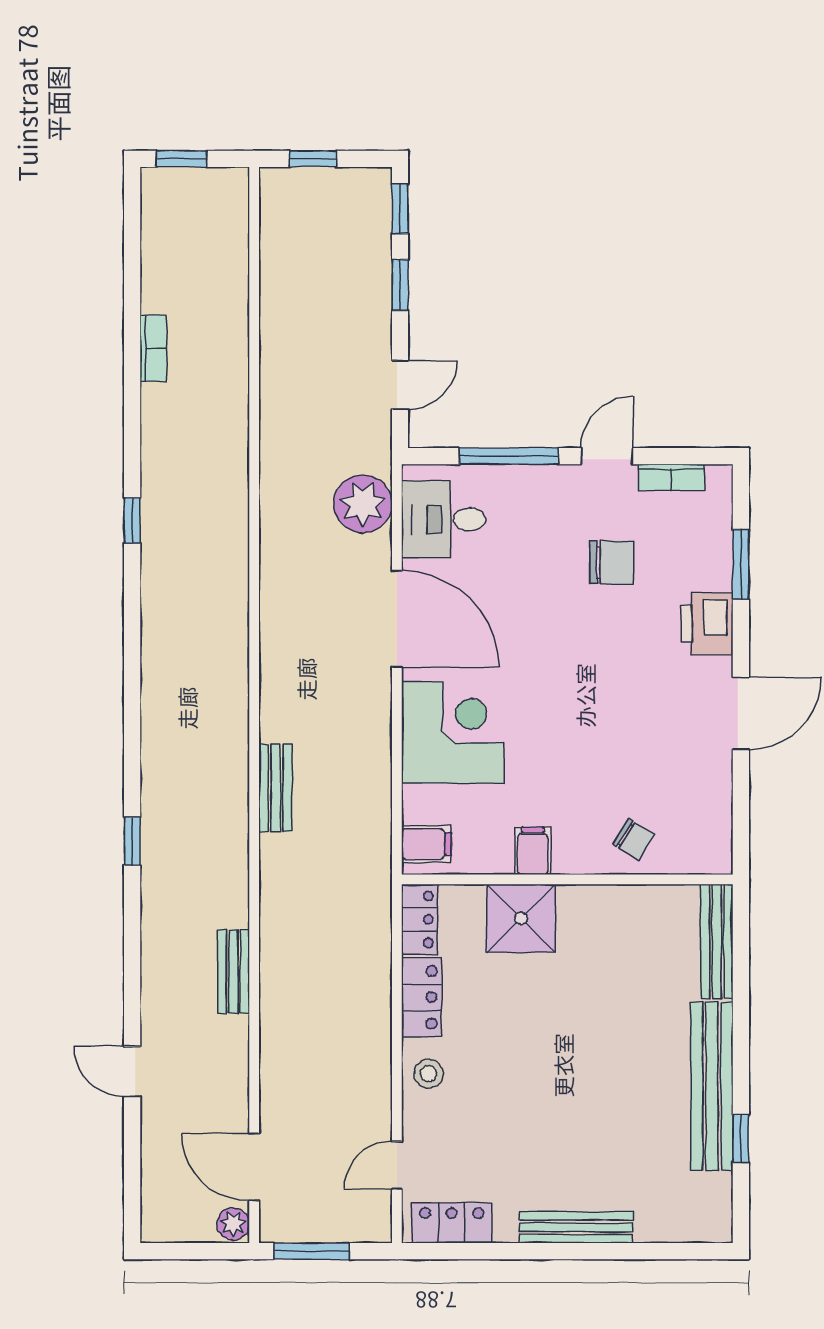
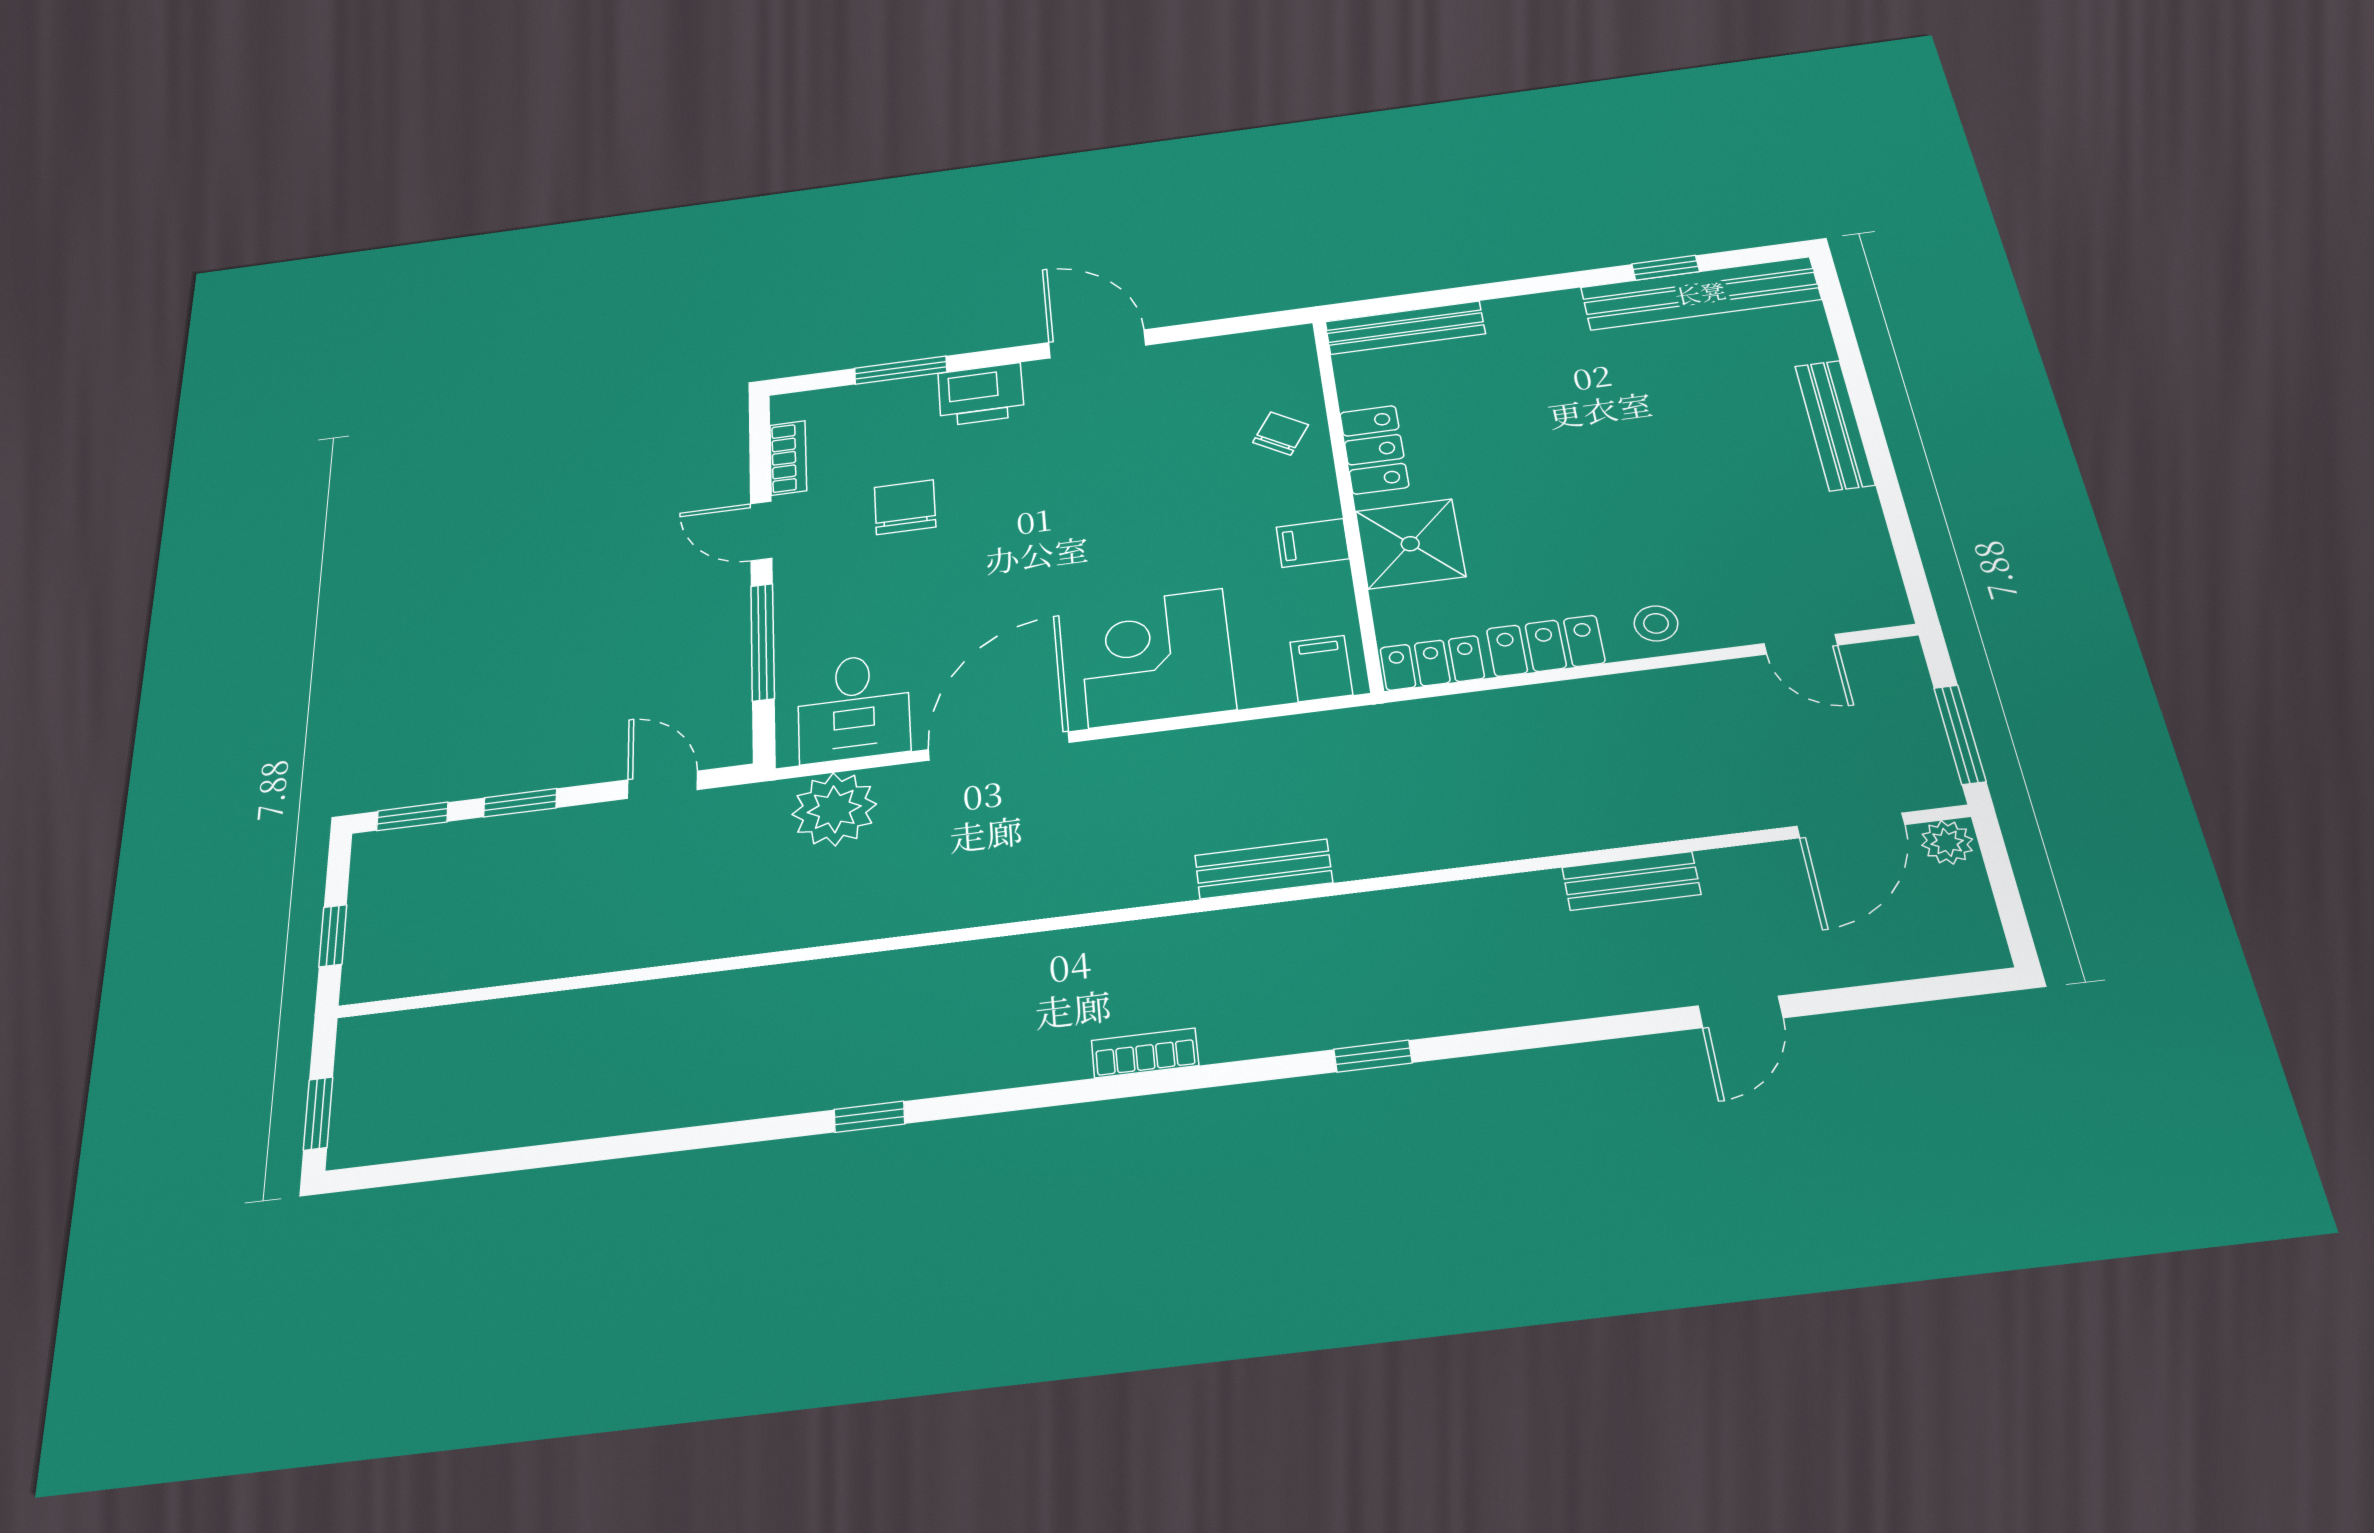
bookcase: (153, 348) -> (1145, 1053), moved
bench: (233, 972) -> (1631, 881), moved
bench: (712, 1086) -> (1700, 293), moved
locker: (452, 1223) -> (1374, 450), moved, turned 180

